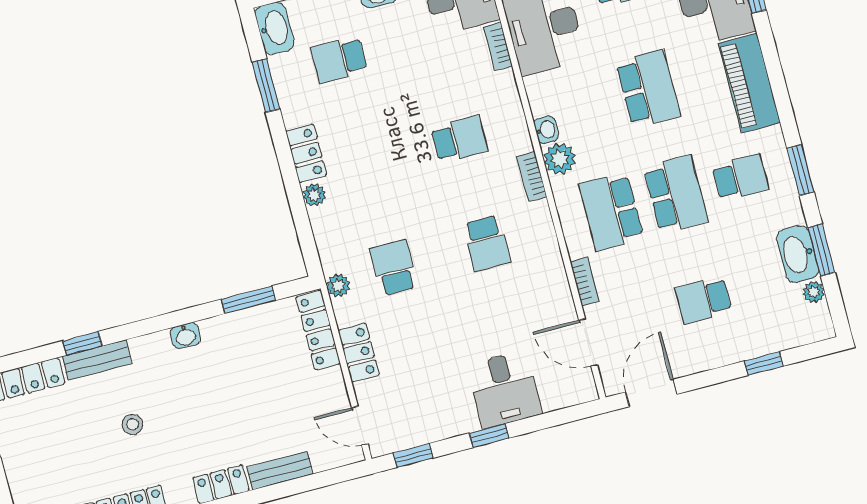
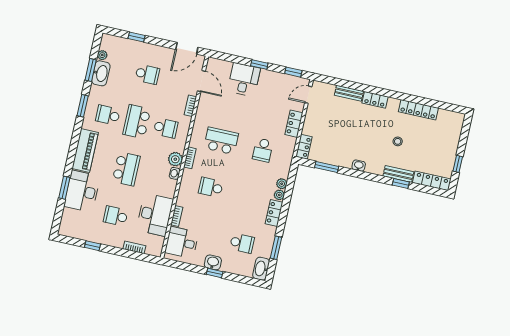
school desk: (648, 89) -> (126, 169), turned 180
school desk: (611, 211) -> (166, 128), width x0.54
school desk: (487, 243) -> (221, 141), width x1.85
plant: (338, 286) -> (282, 184), moved
locker: (318, 330) -> (304, 147), width x0.66
door: (360, 426) -> (308, 95), swing flipped

